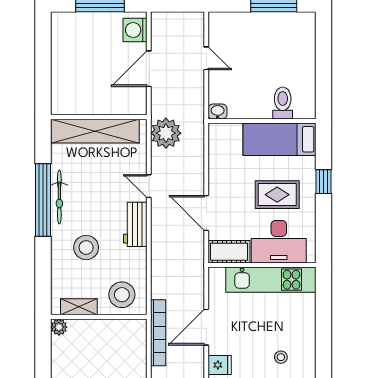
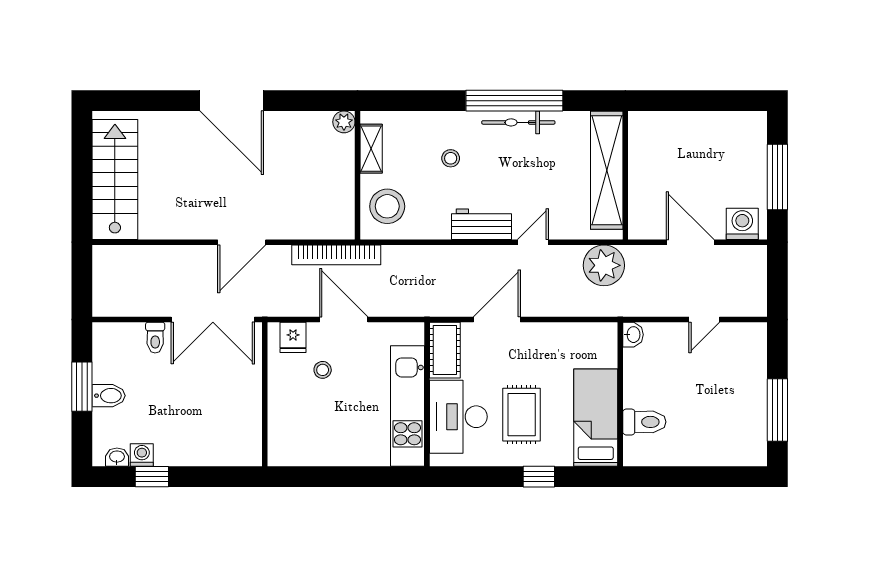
stool: (86, 247) -> (451, 158), width x0.53, depth x0.53
stool: (281, 357) -> (323, 370), moved

